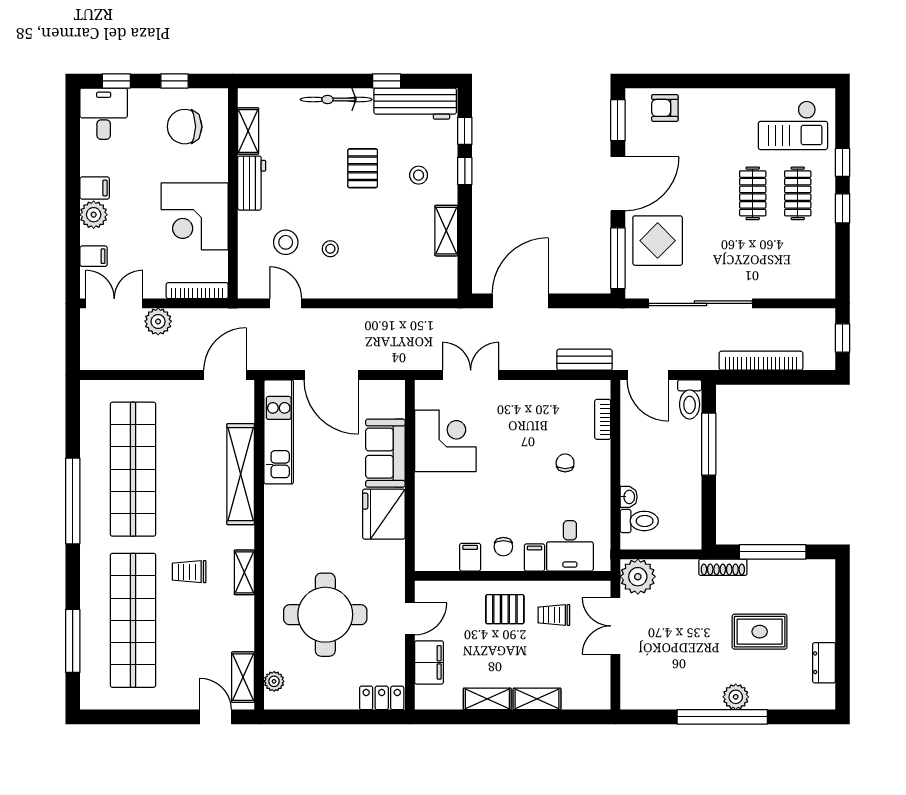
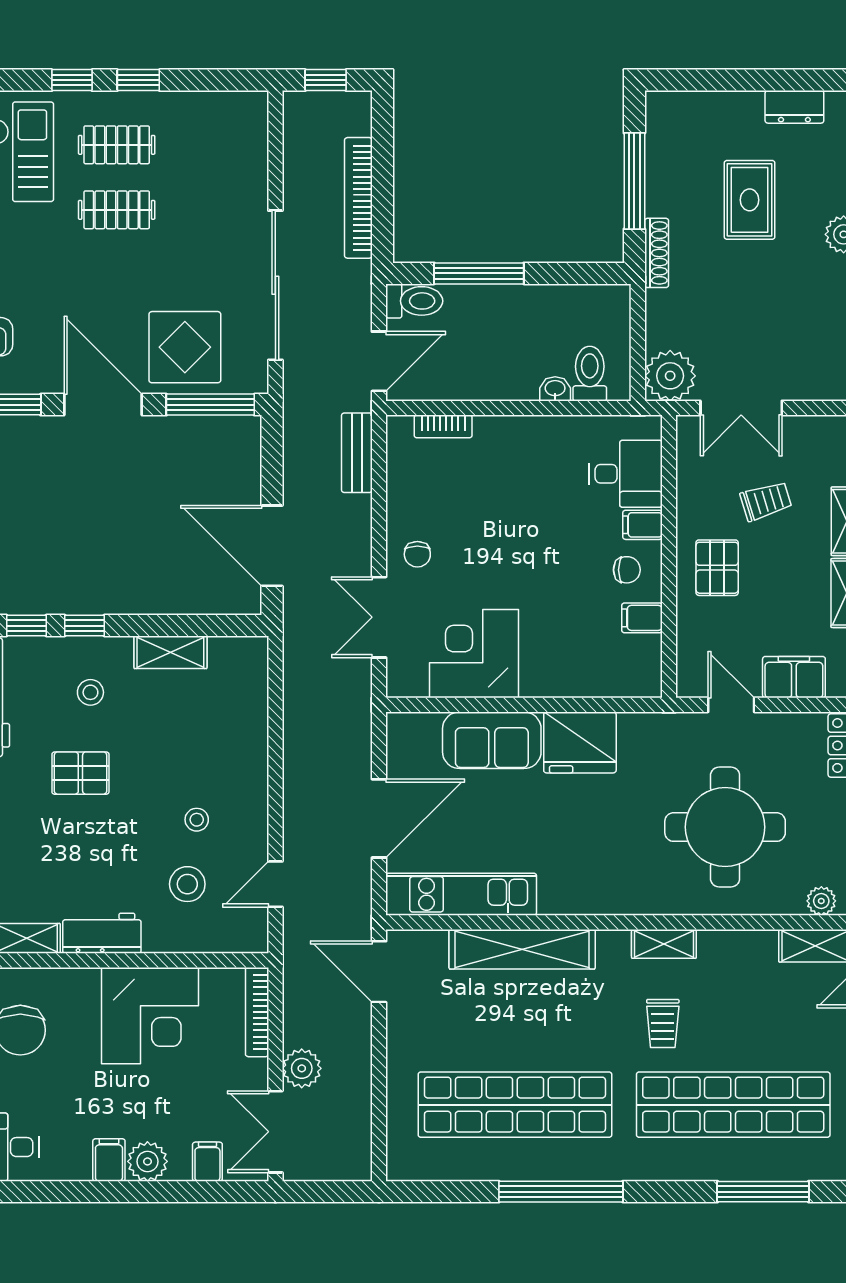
chair: (565, 463) -> (417, 554), moved, turned -90
trolley: (554, 615) -> (766, 501), moved, turned -107

